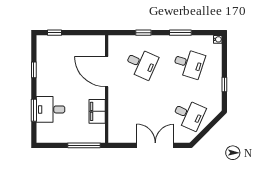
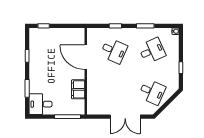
desk: (189, 64) -> (152, 51), turned -42
desk: (51, 109) -> (41, 104), moved
double door: (155, 145) -> (125, 117), swing flipped

